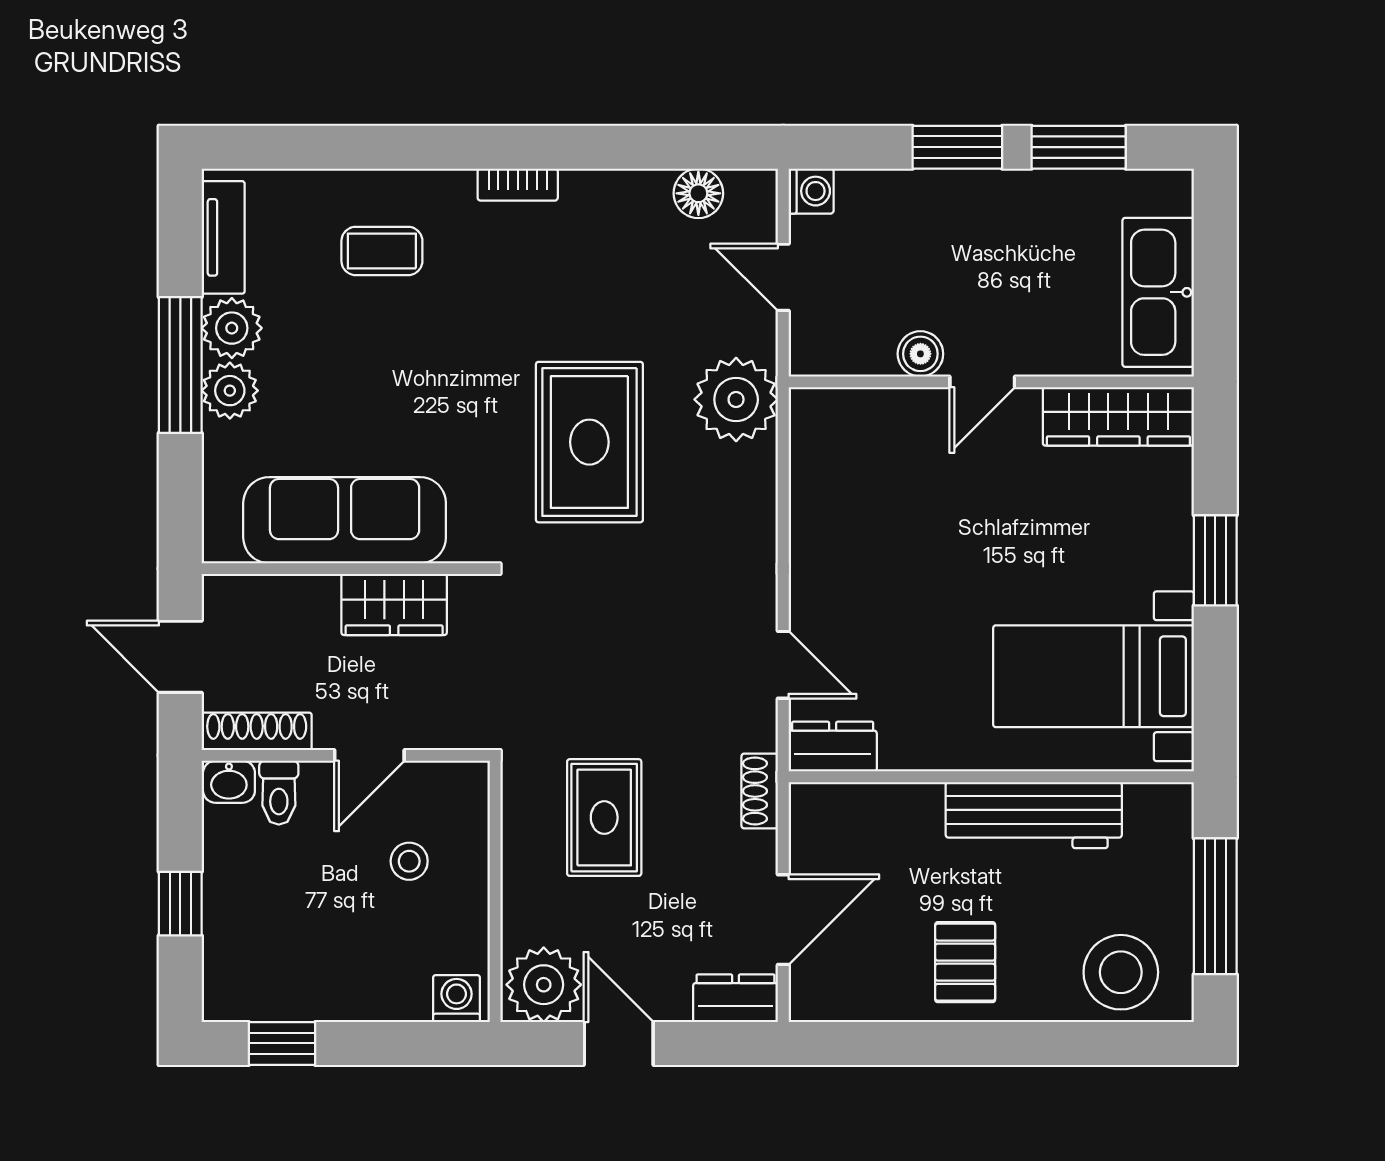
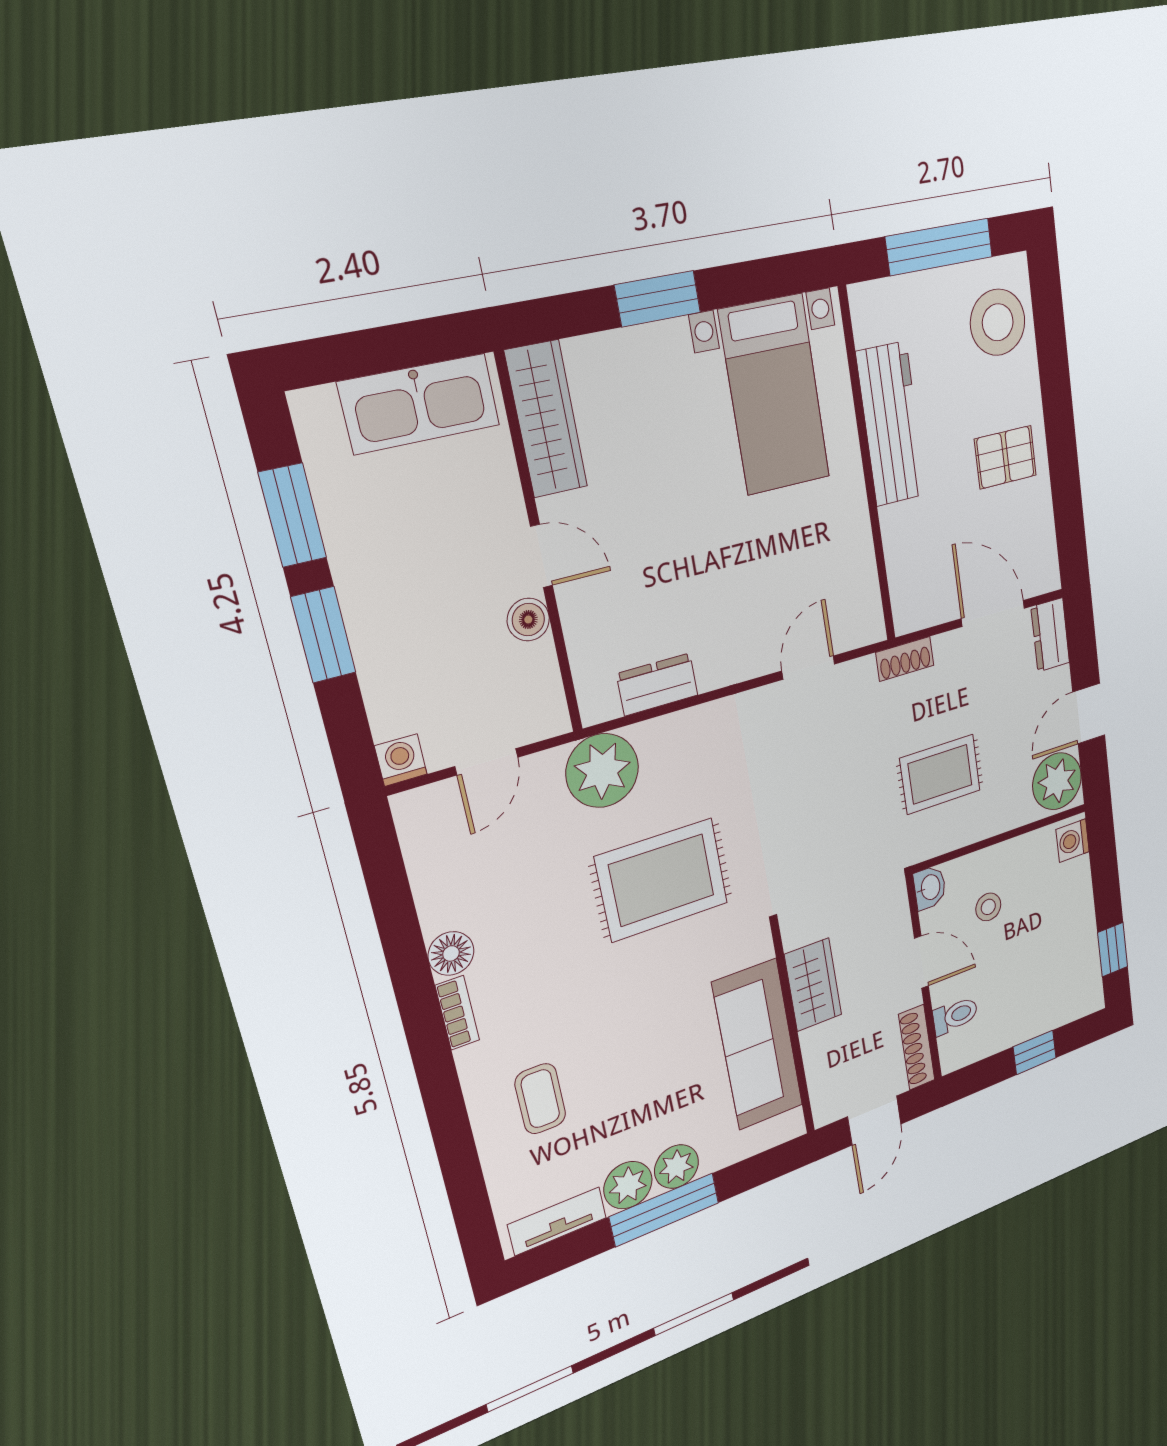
floor lamp: (698, 193) -> (451, 953), moved
dresser: (833, 747) -> (657, 684), moved, turned 90
washbasin: (229, 782) -> (930, 887), moved

